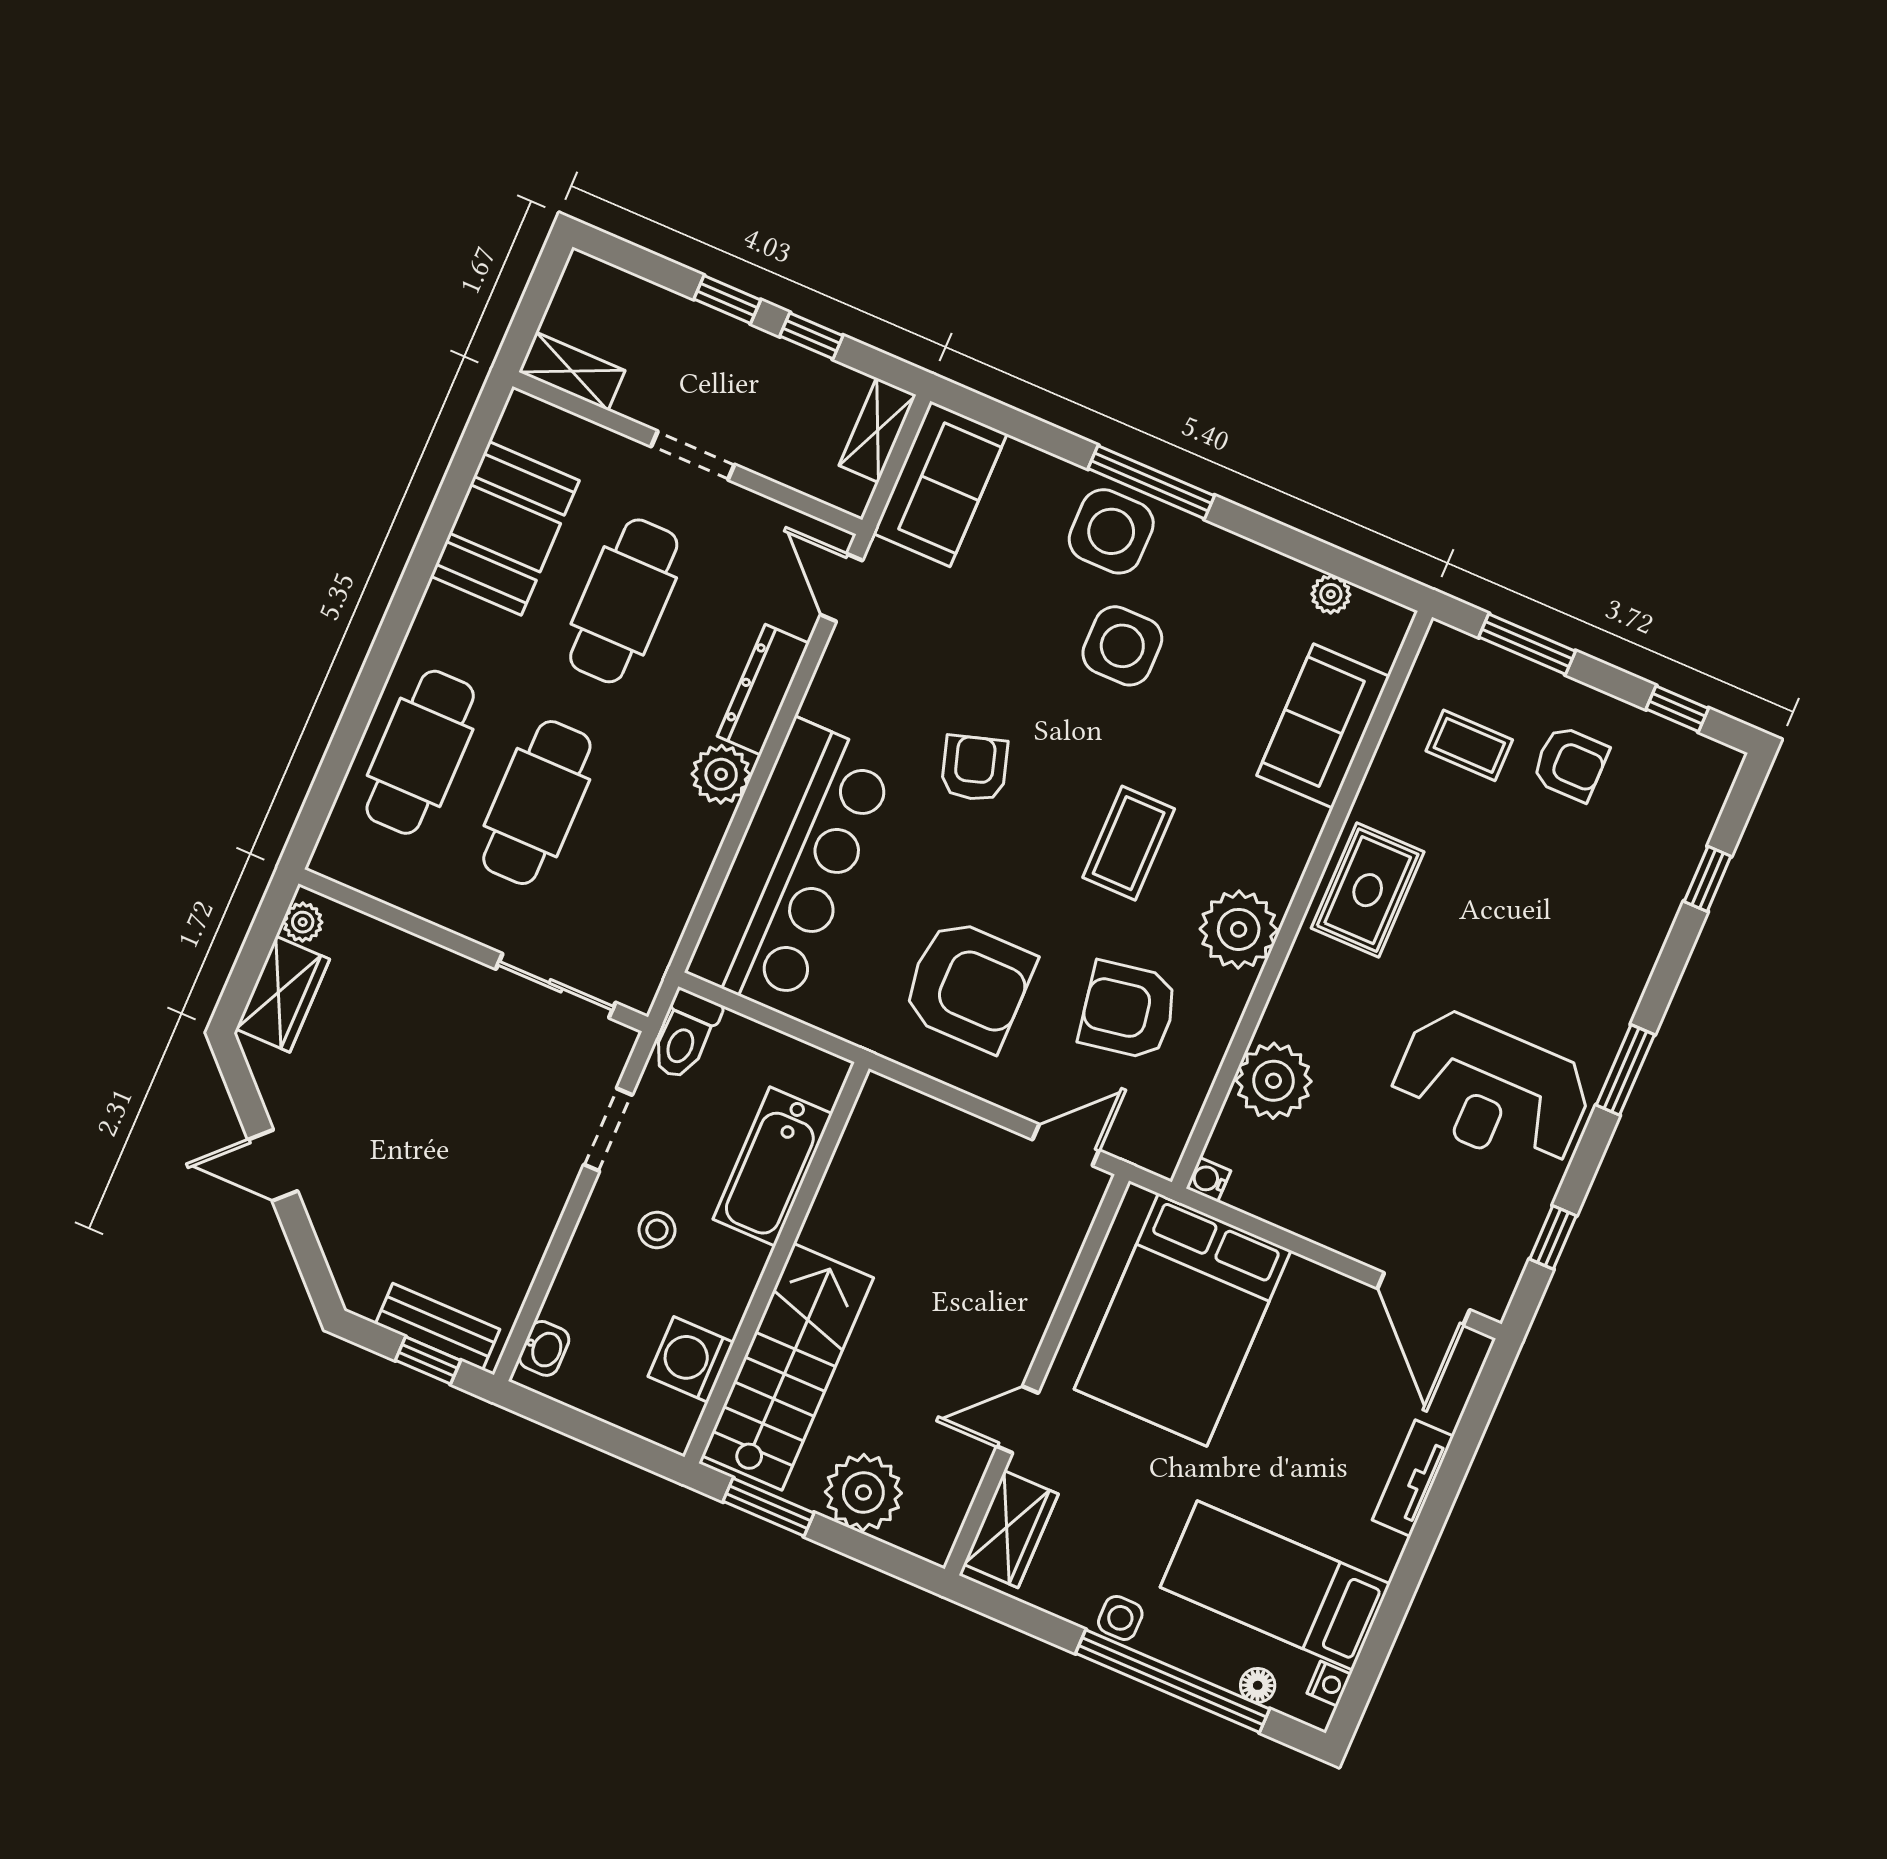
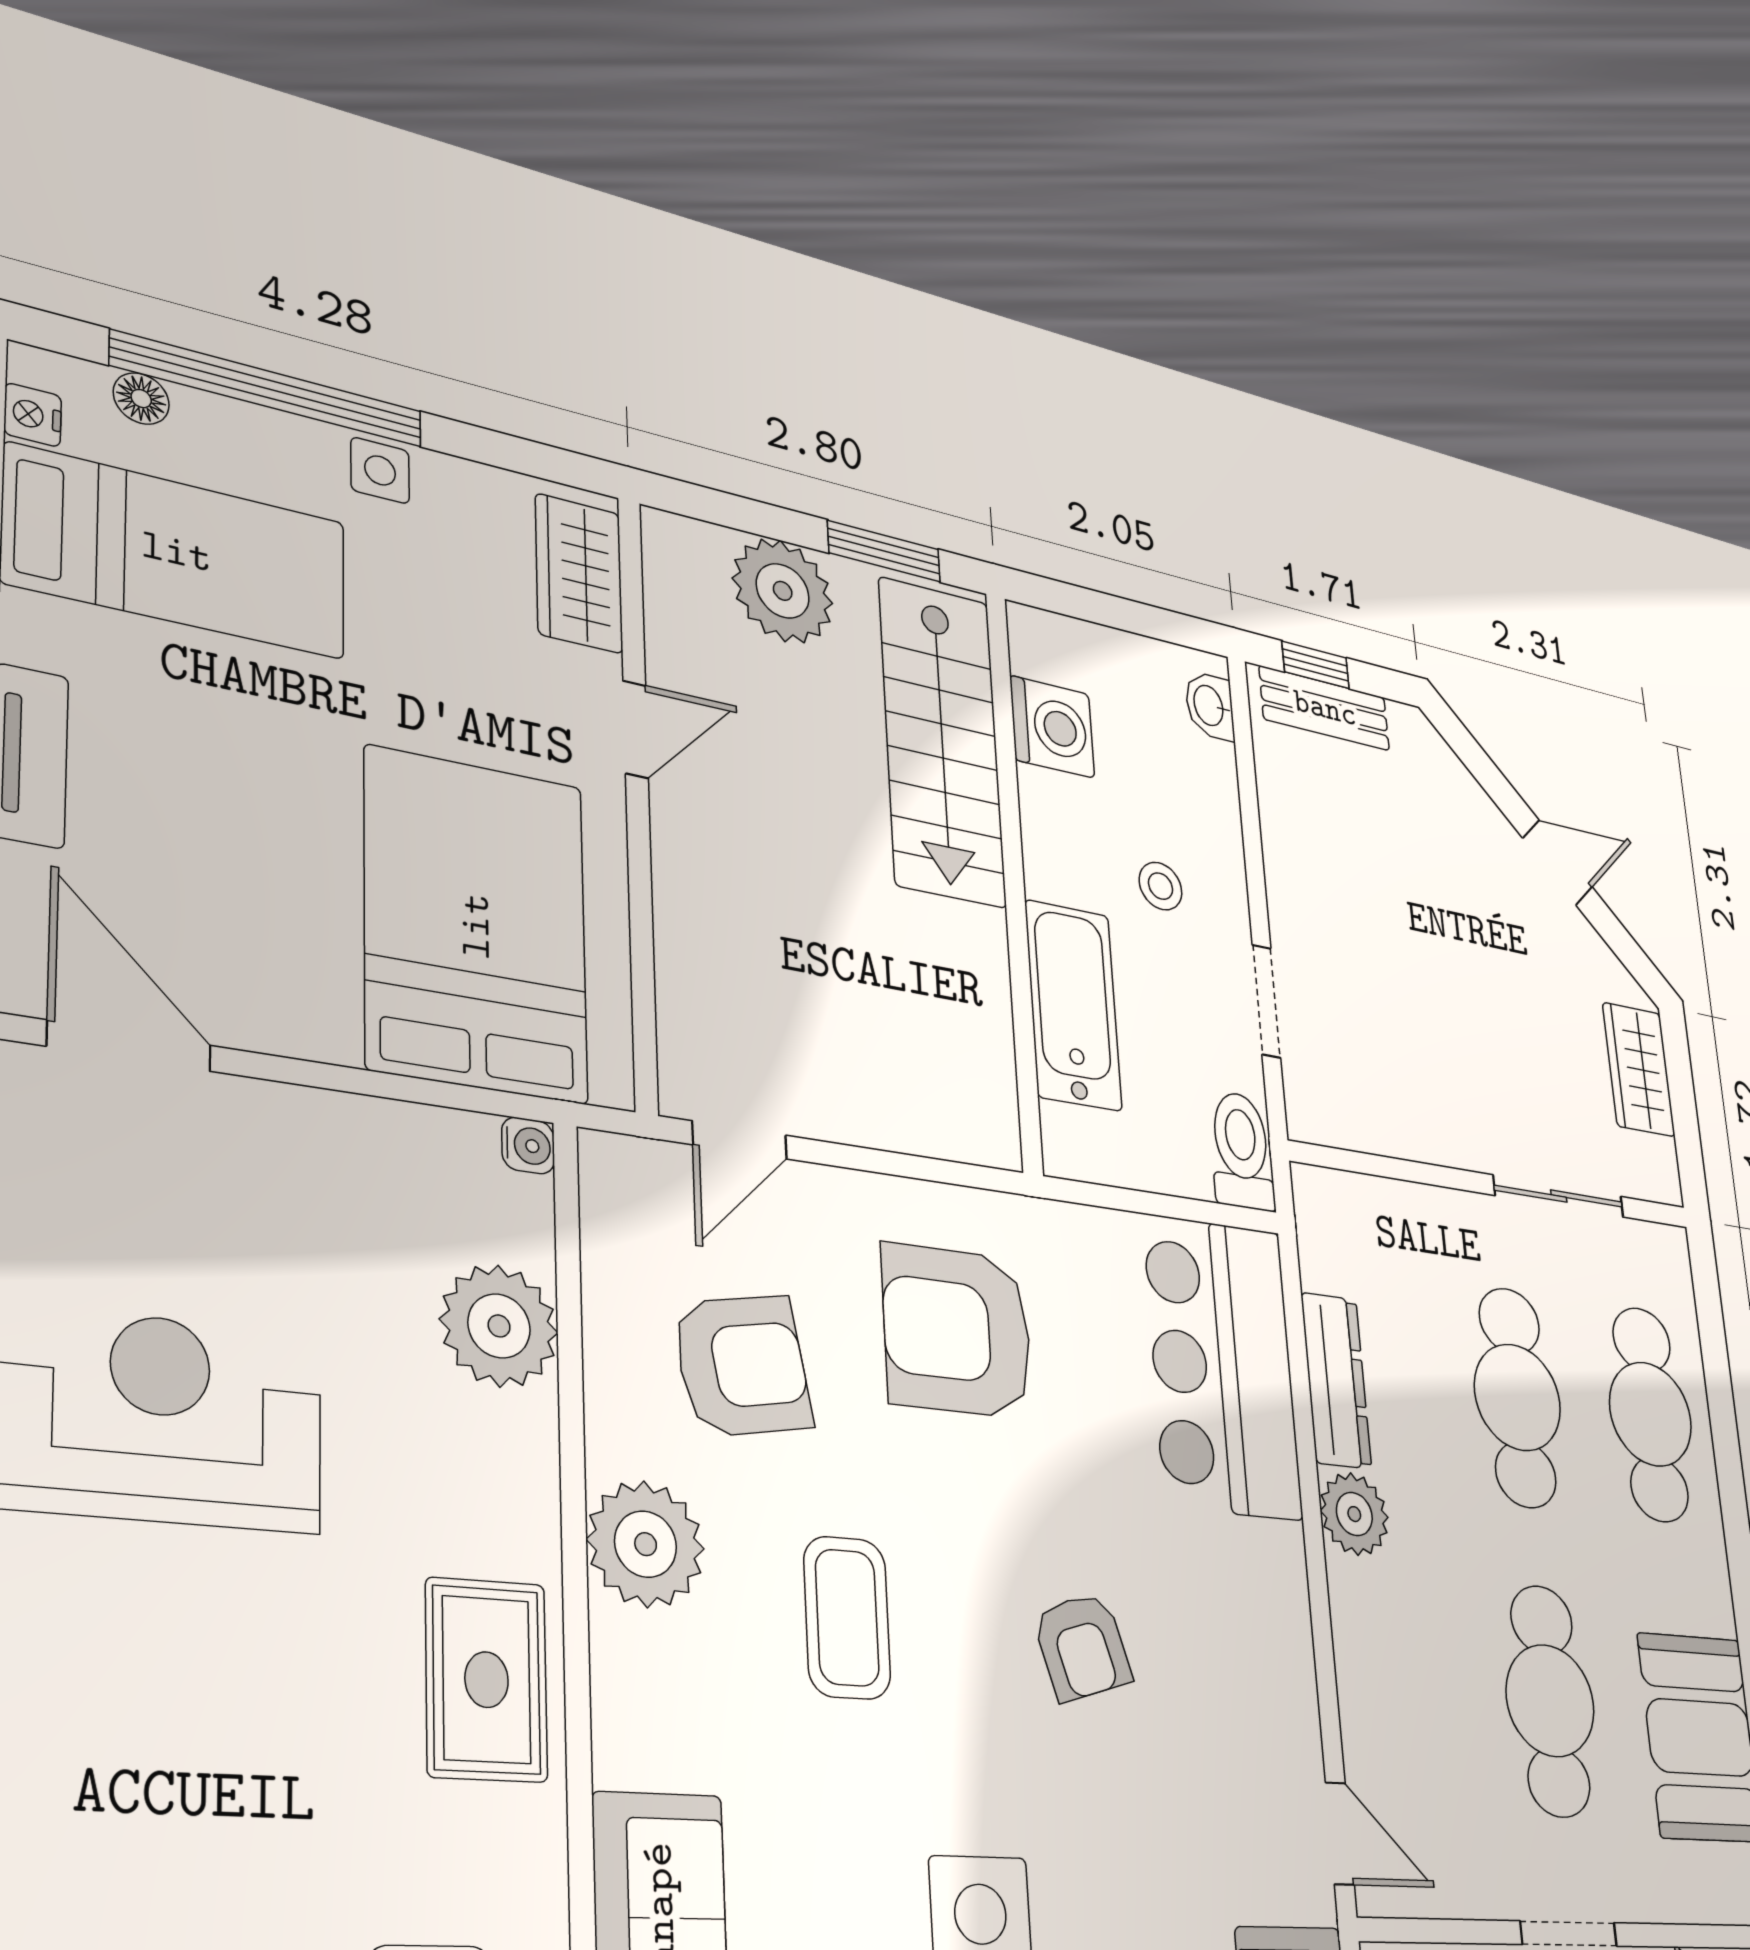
dresser: (763, 690) -> (1336, 1380), moved
bar counter: (792, 867) -> (1223, 1367), width x0.73
plant: (303, 922) -> (1660, 1163), removed
sliding door: (556, 986) -> (1559, 1196), moved

